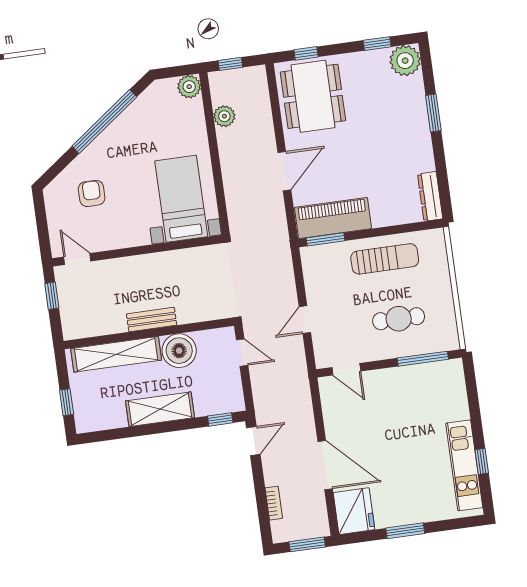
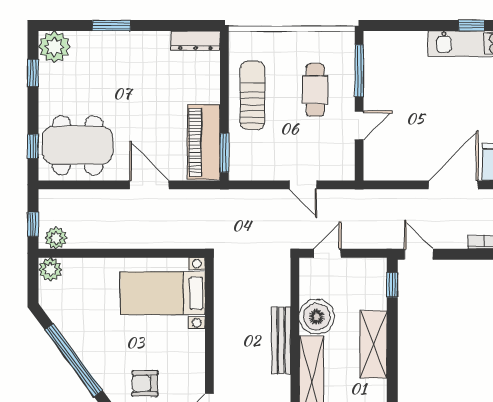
plant: (224, 116) -> (56, 238), moved
bench: (152, 320) -> (281, 340), width x1.36
door: (346, 369) -> (359, 125), moved

